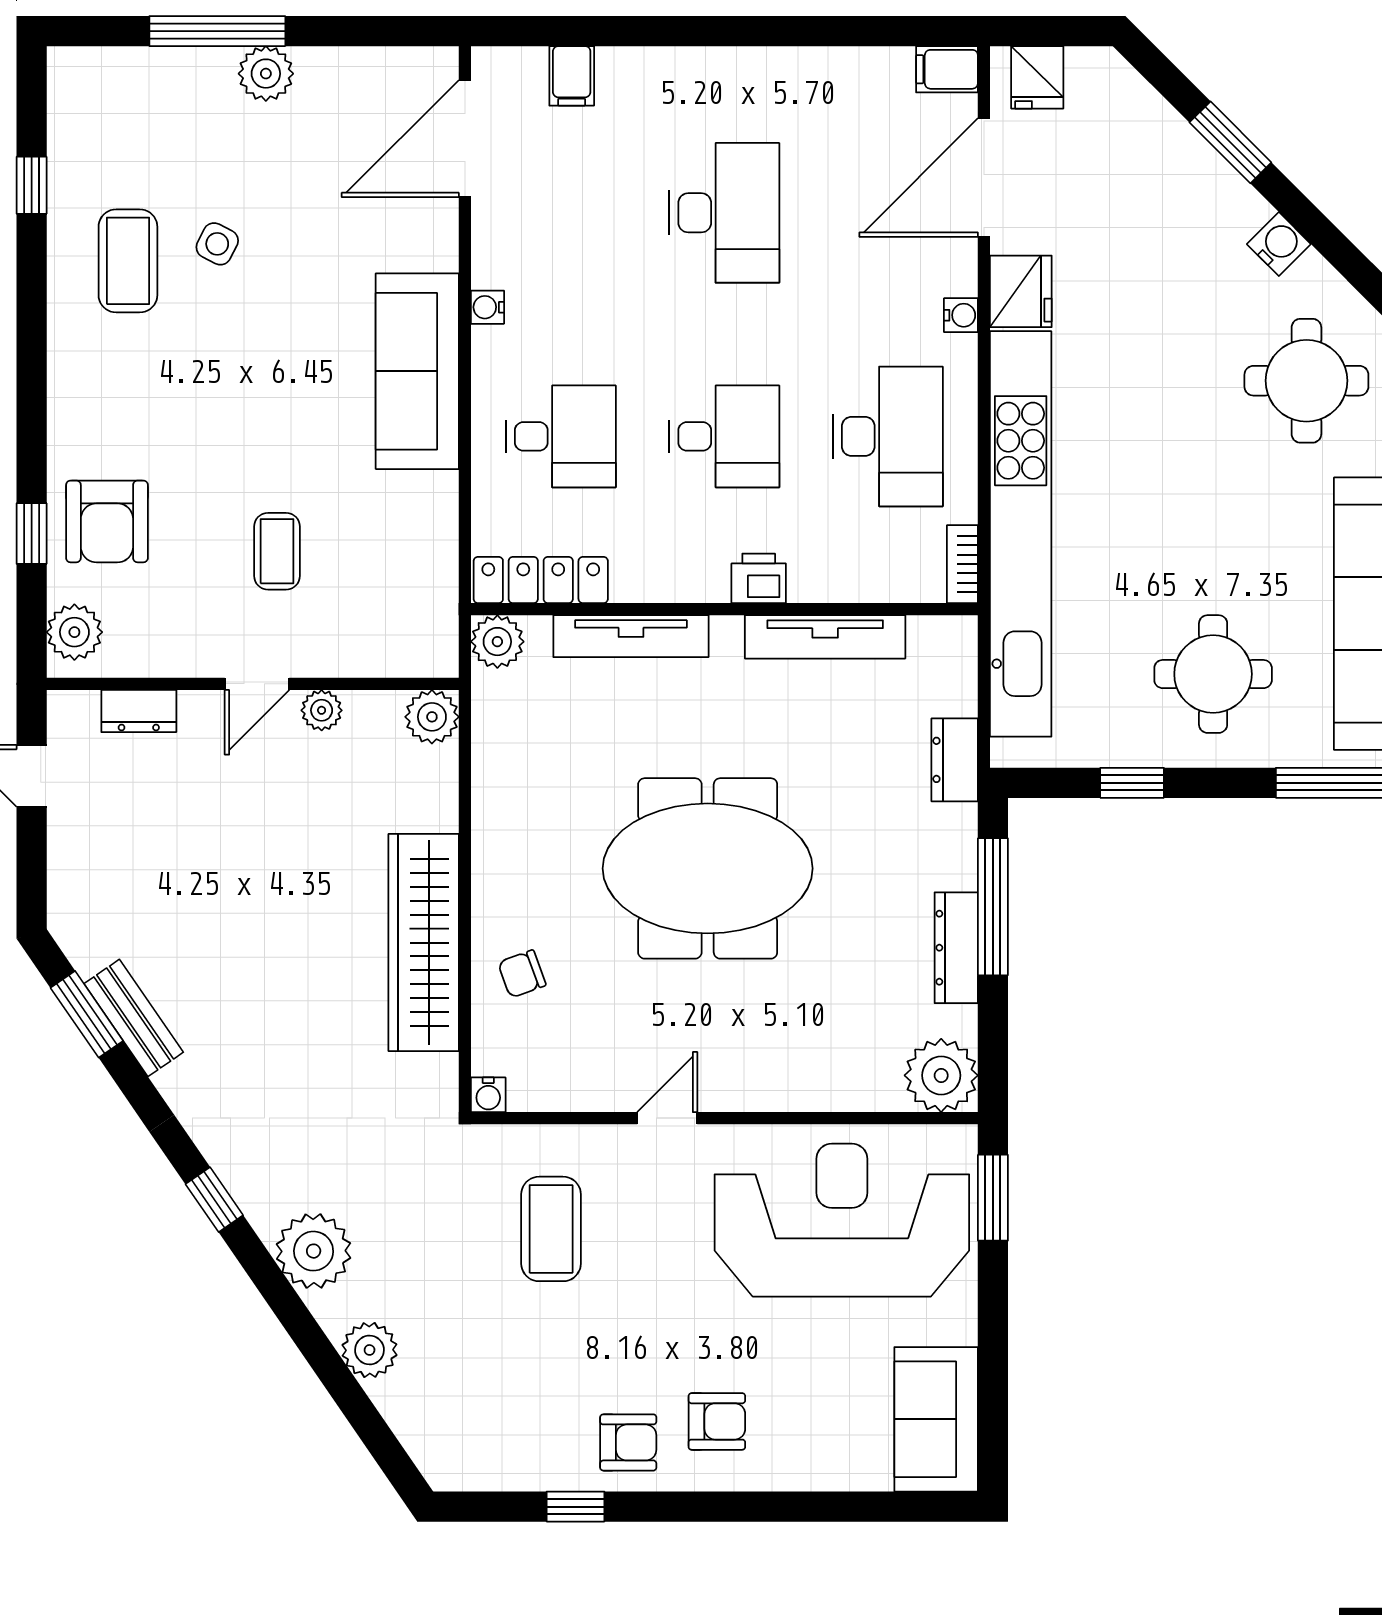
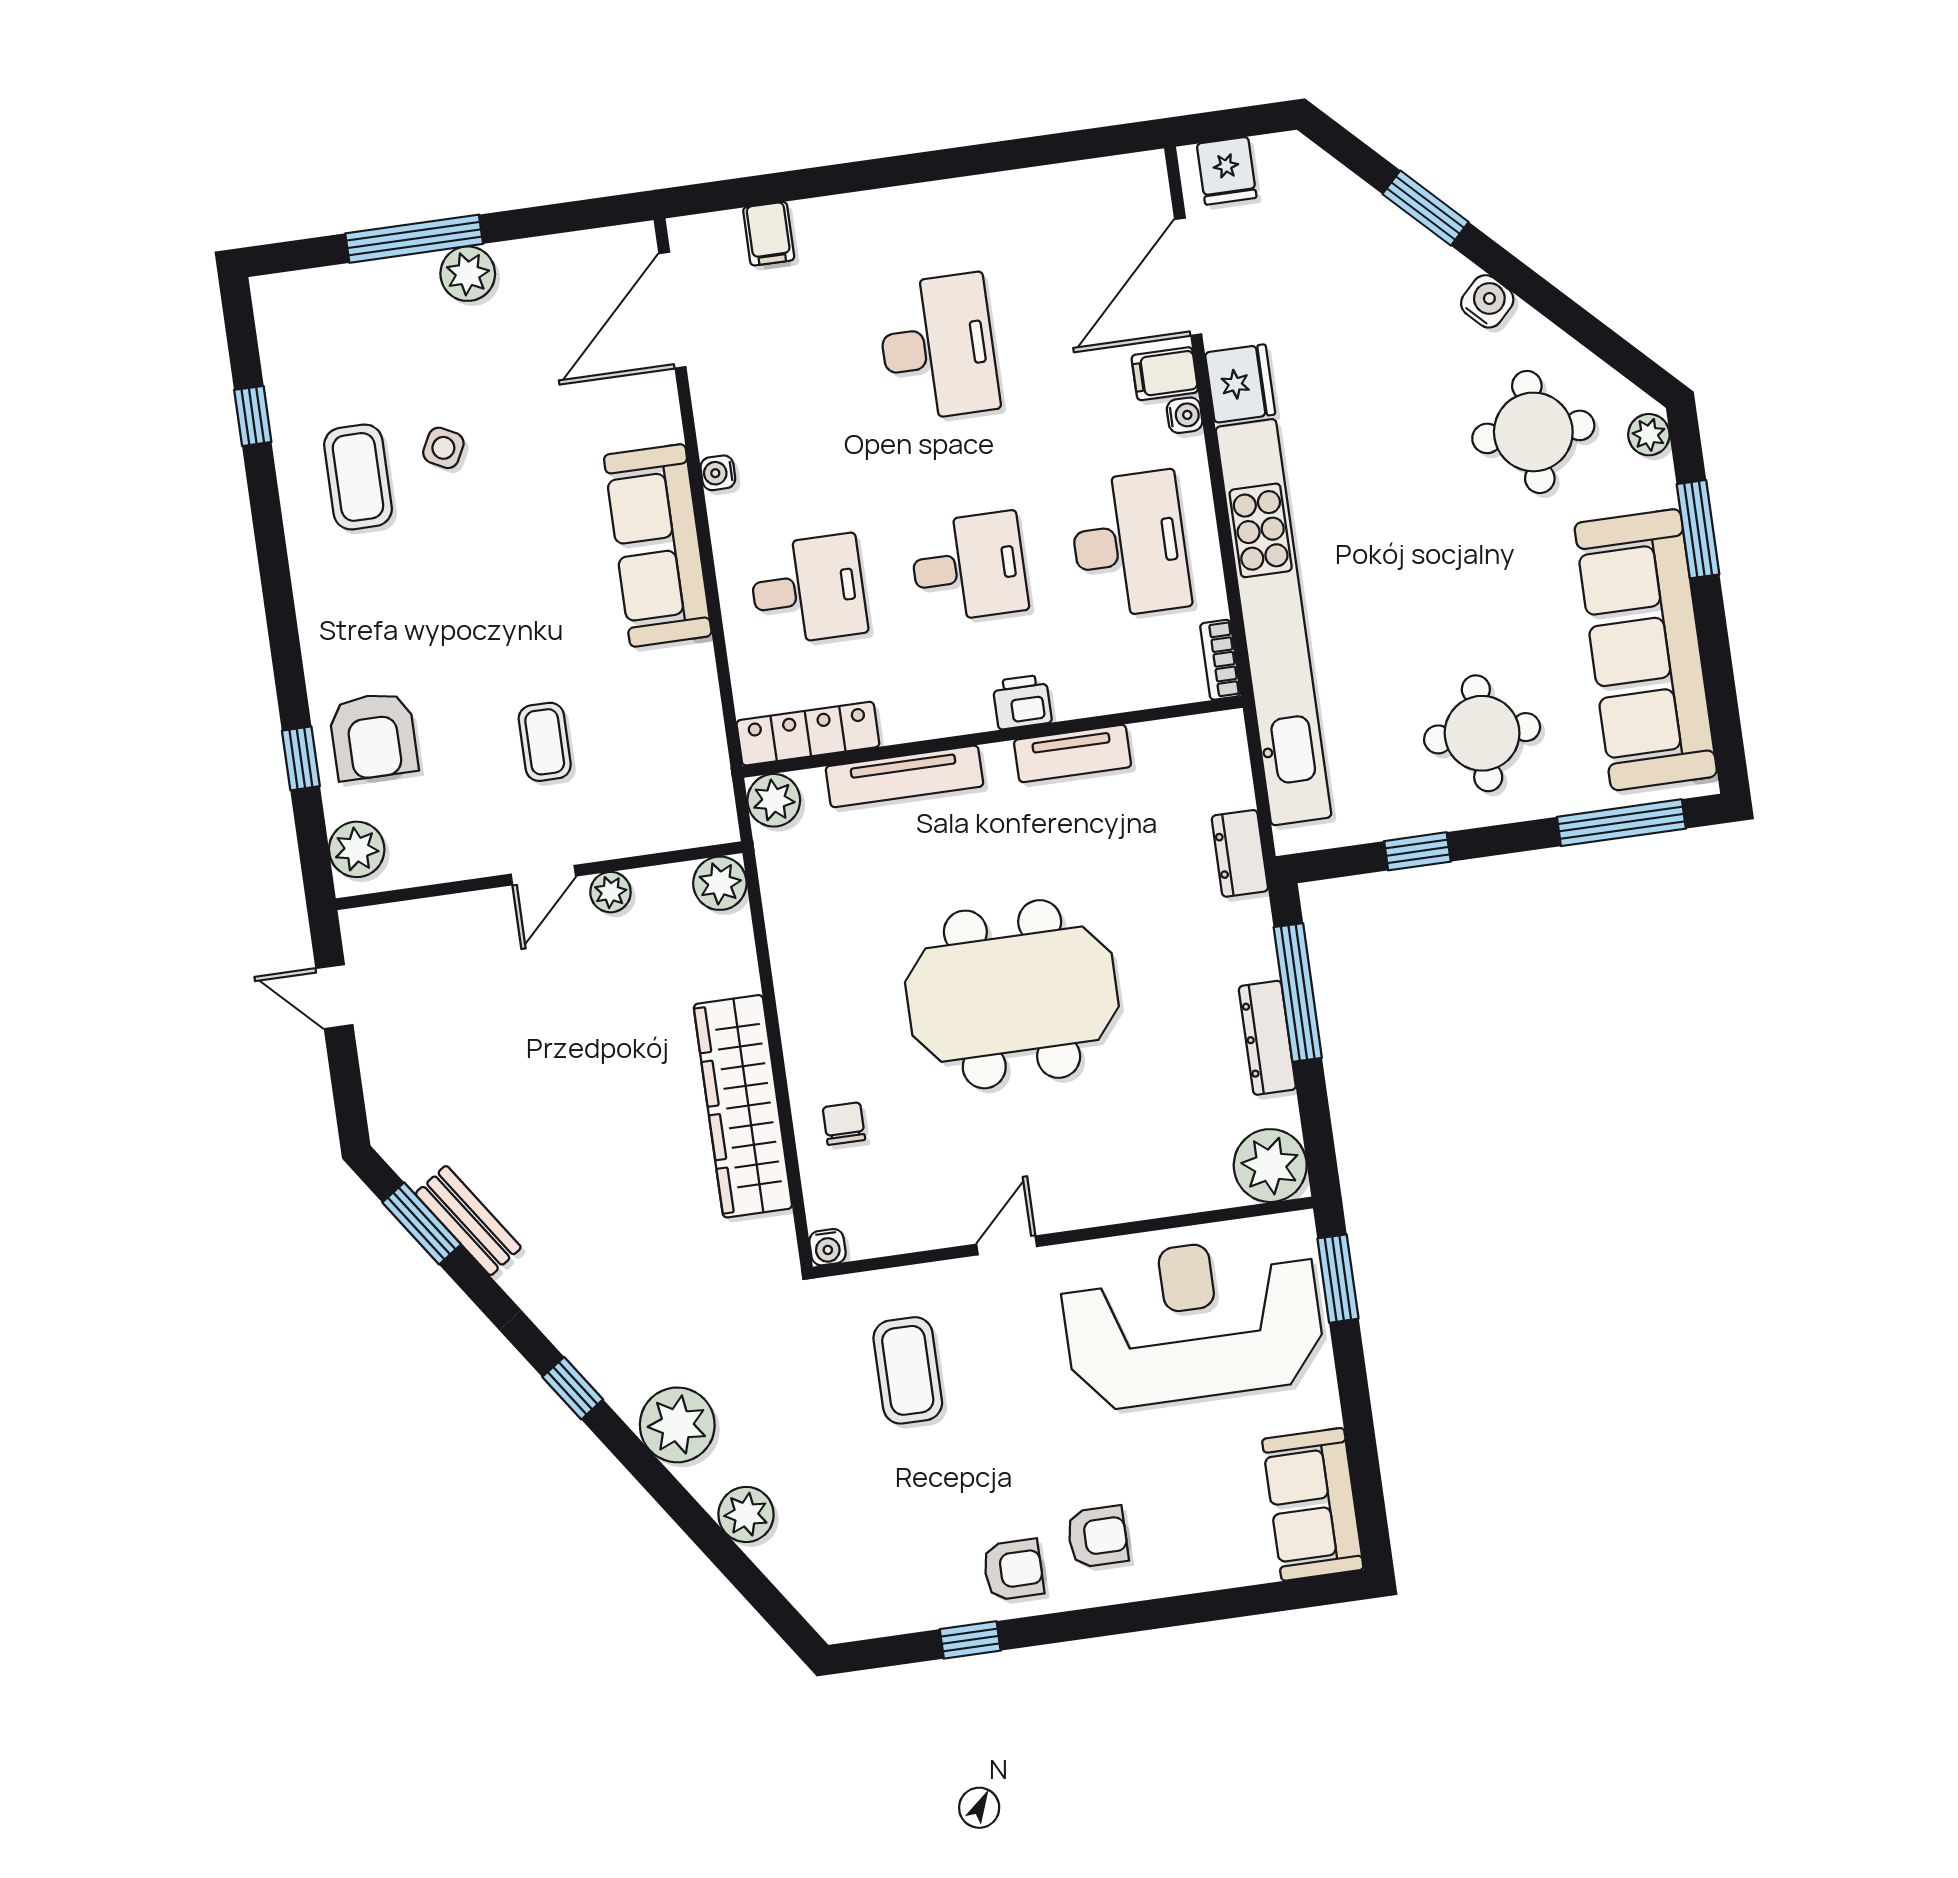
filing cabinet: (947, 69) -> (1165, 374), moved
tv unit: (825, 637) -> (1073, 753), width x0.71
dresser: (139, 711) -> (431, 918), removed
chair: (522, 974) -> (844, 1124), turned 110

